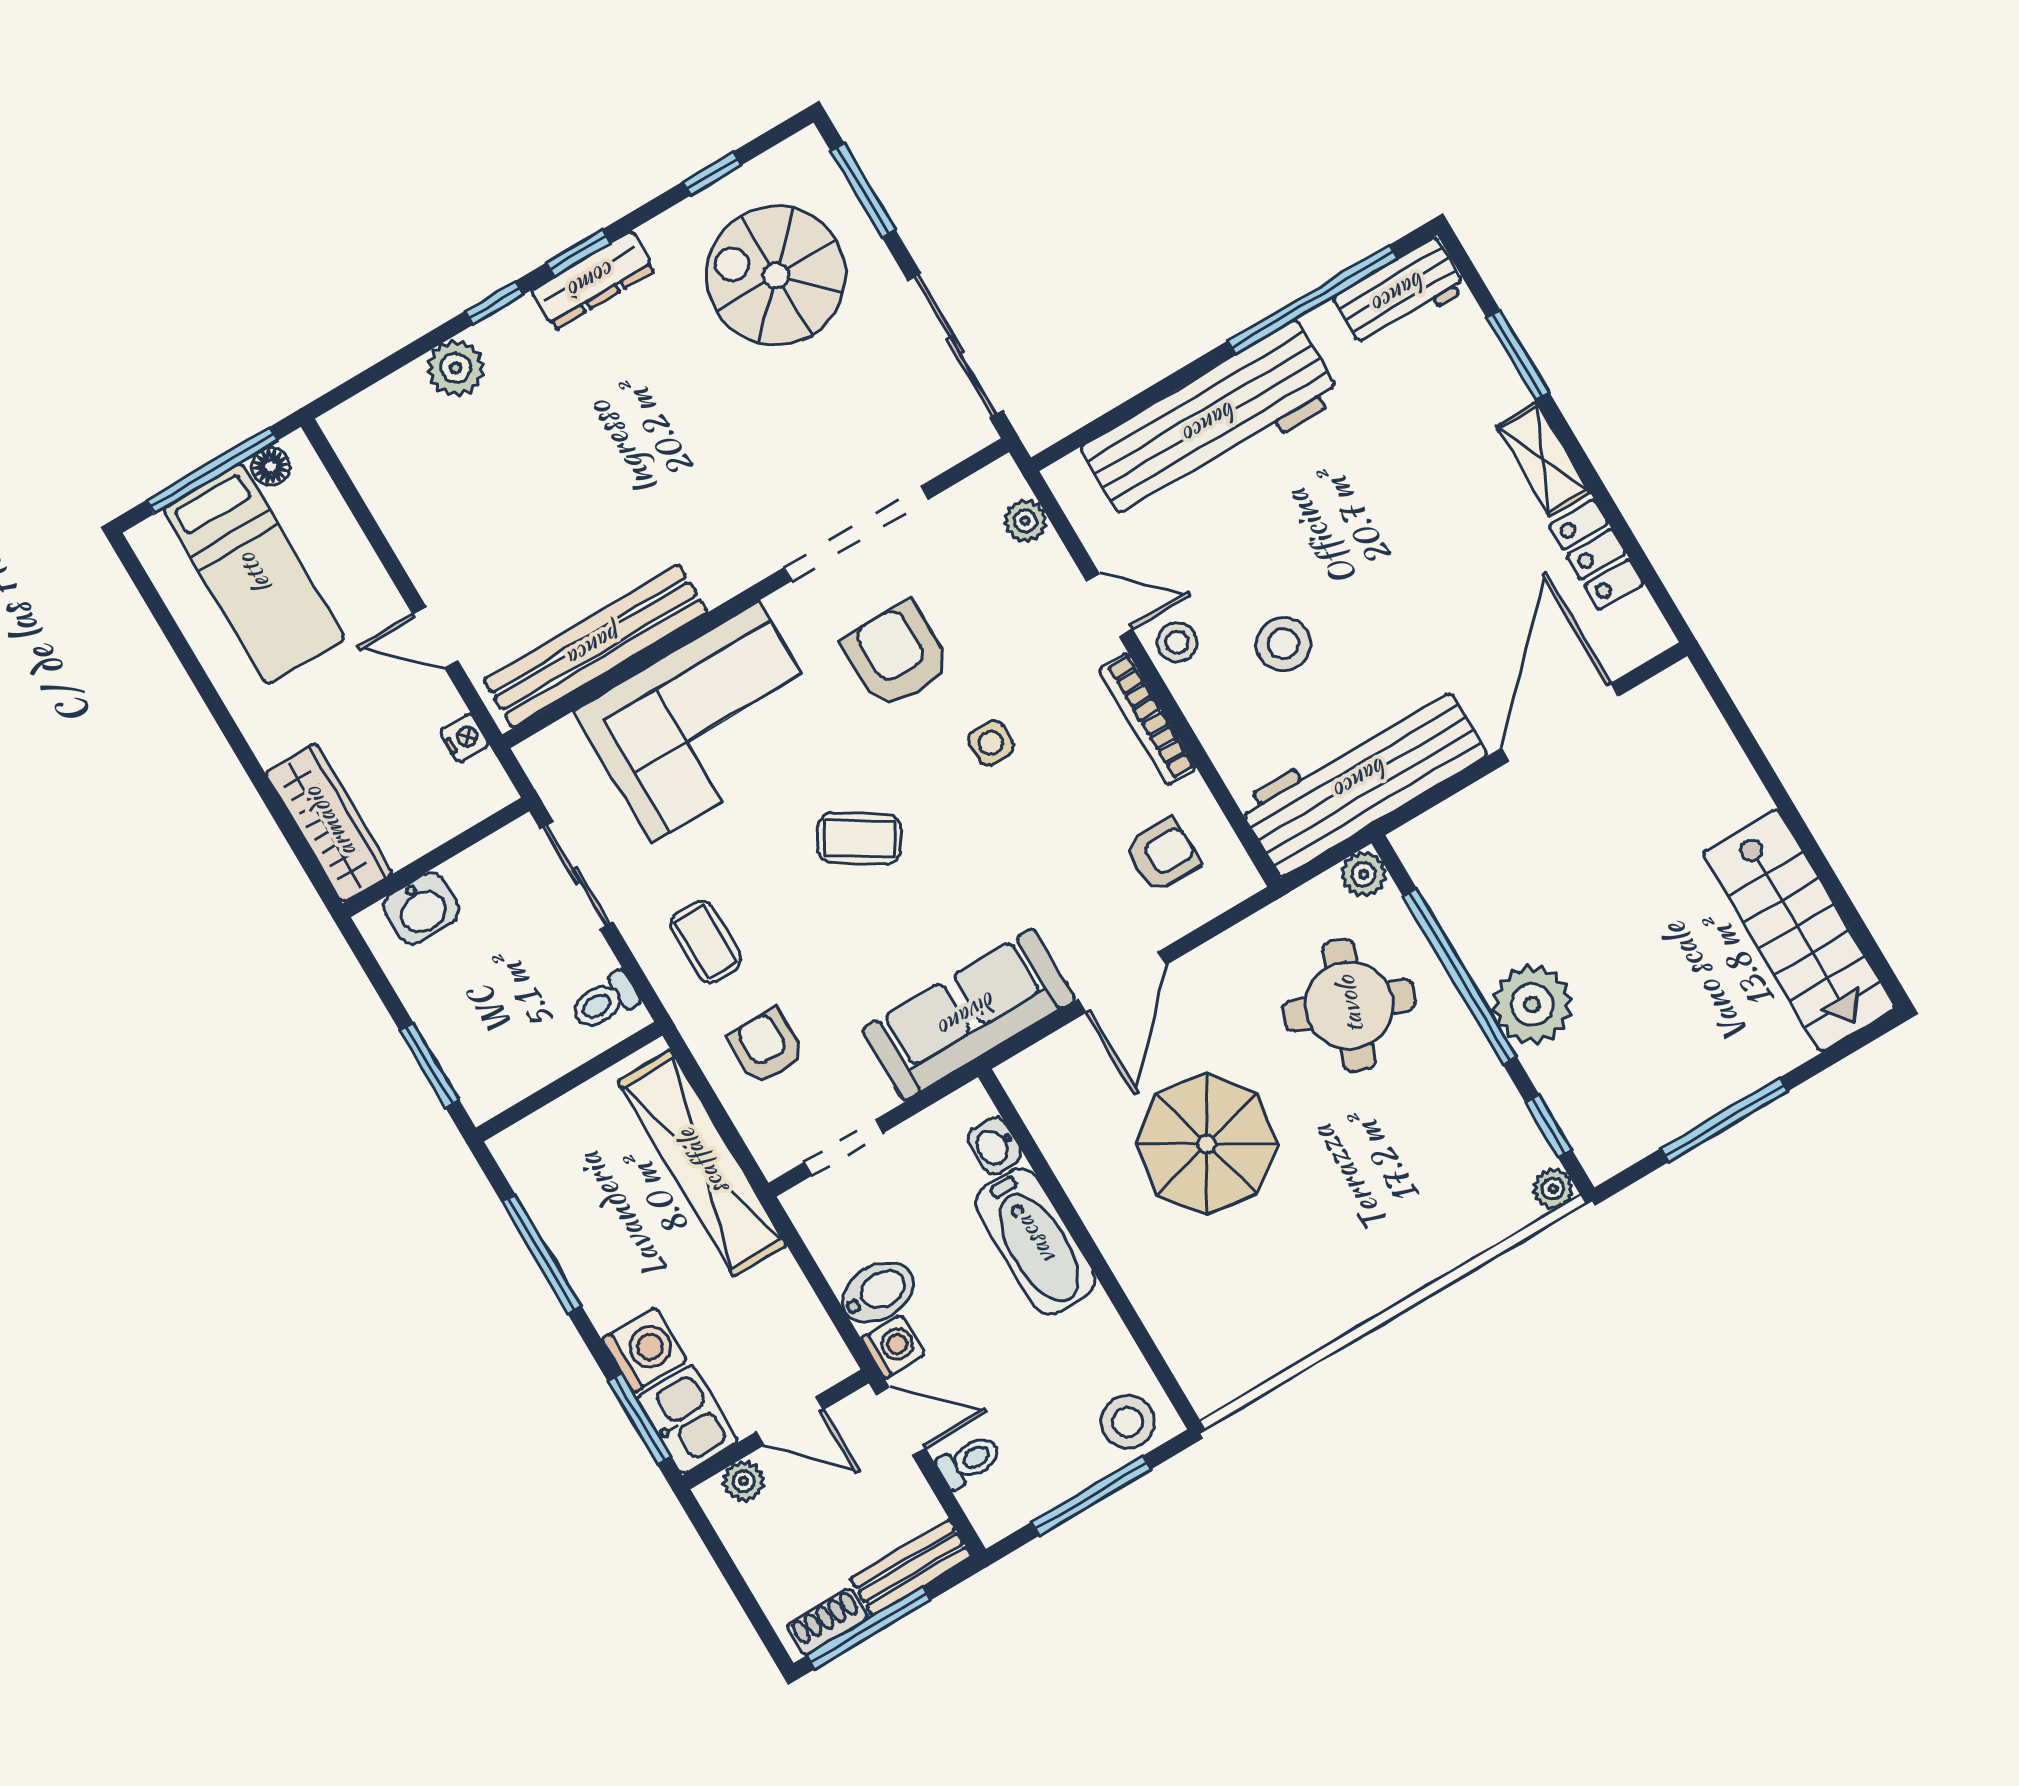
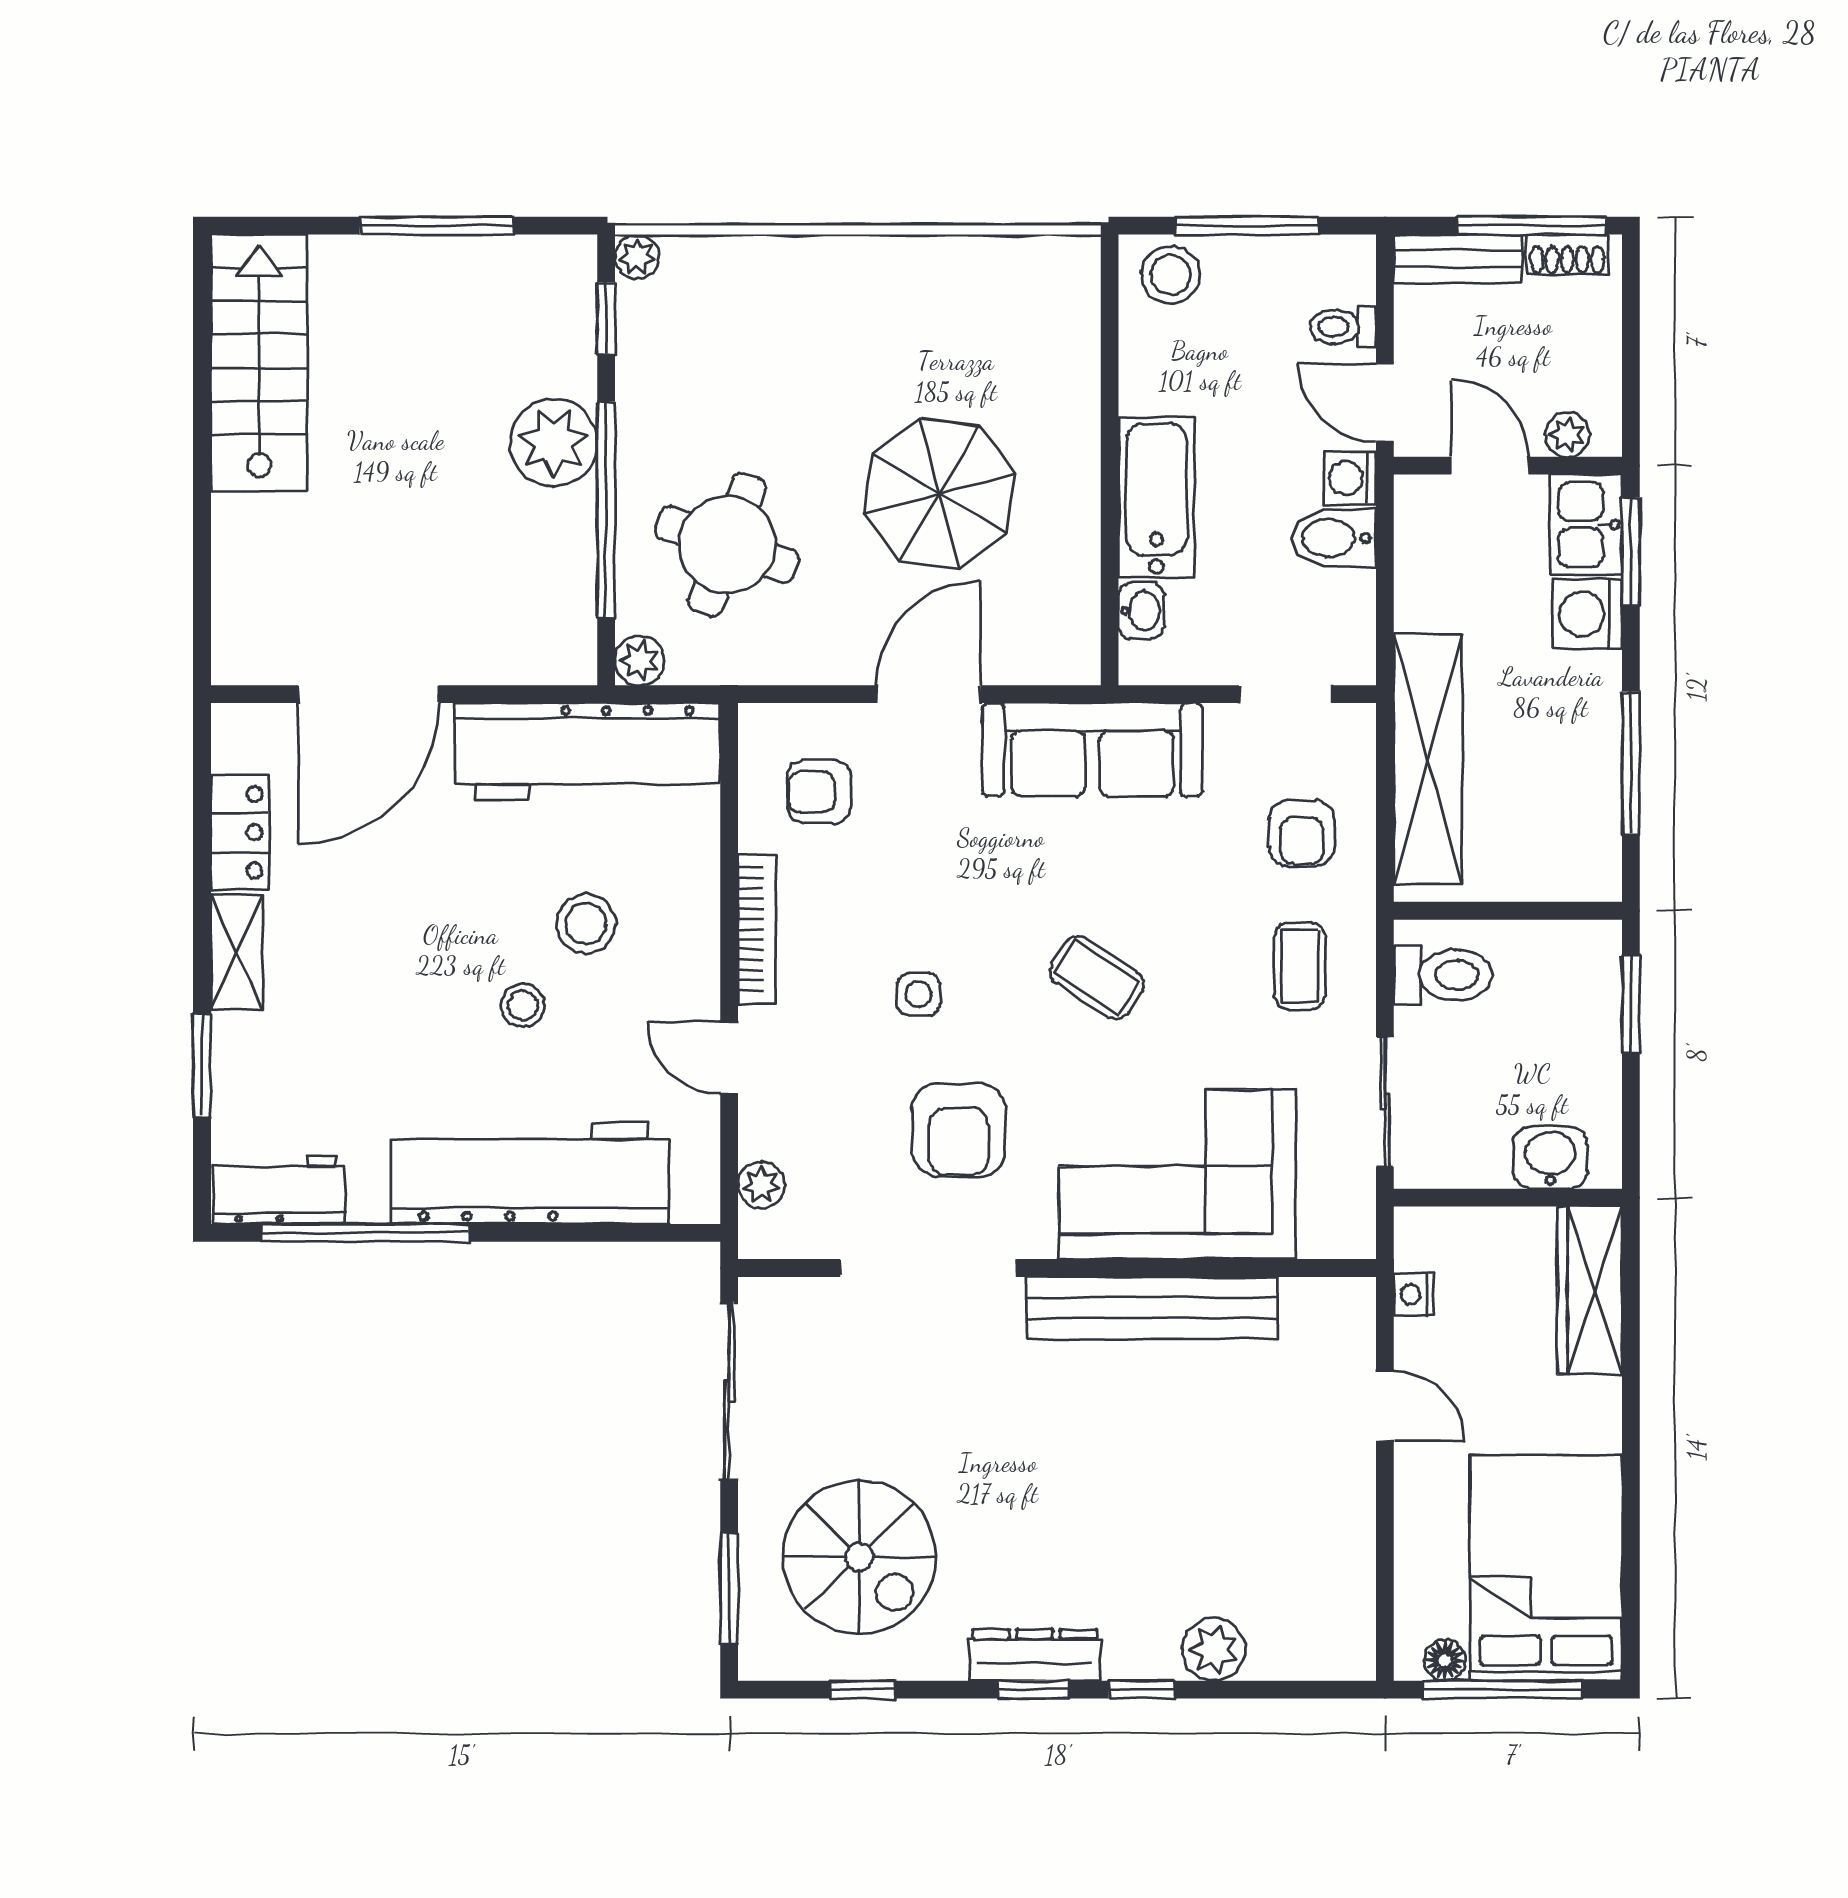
bed: (254, 574) -> (1546, 1568), width x1.50
stool: (1177, 642) -> (523, 1005), moved
bench: (596, 646) -> (1152, 1308), moved
toilet: (604, 1001) -> (1443, 975), width x1.37, depth x1.39

